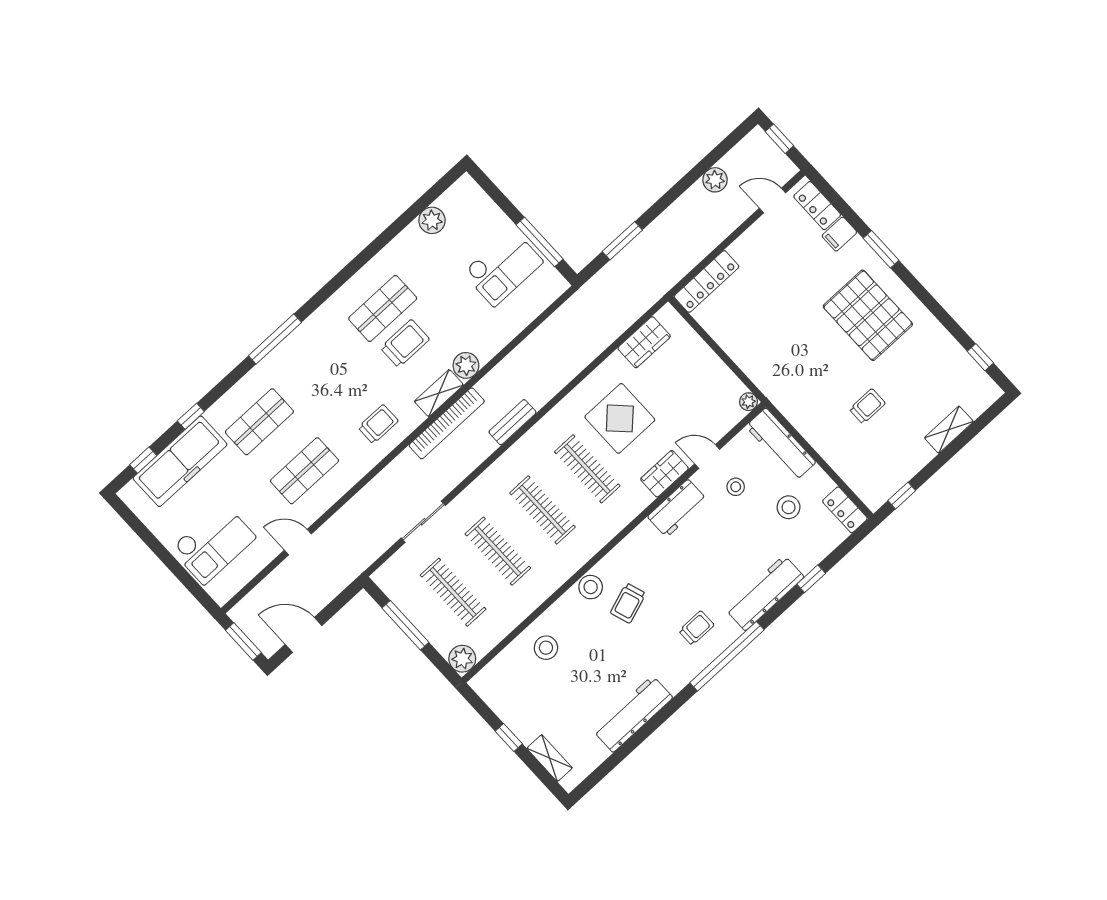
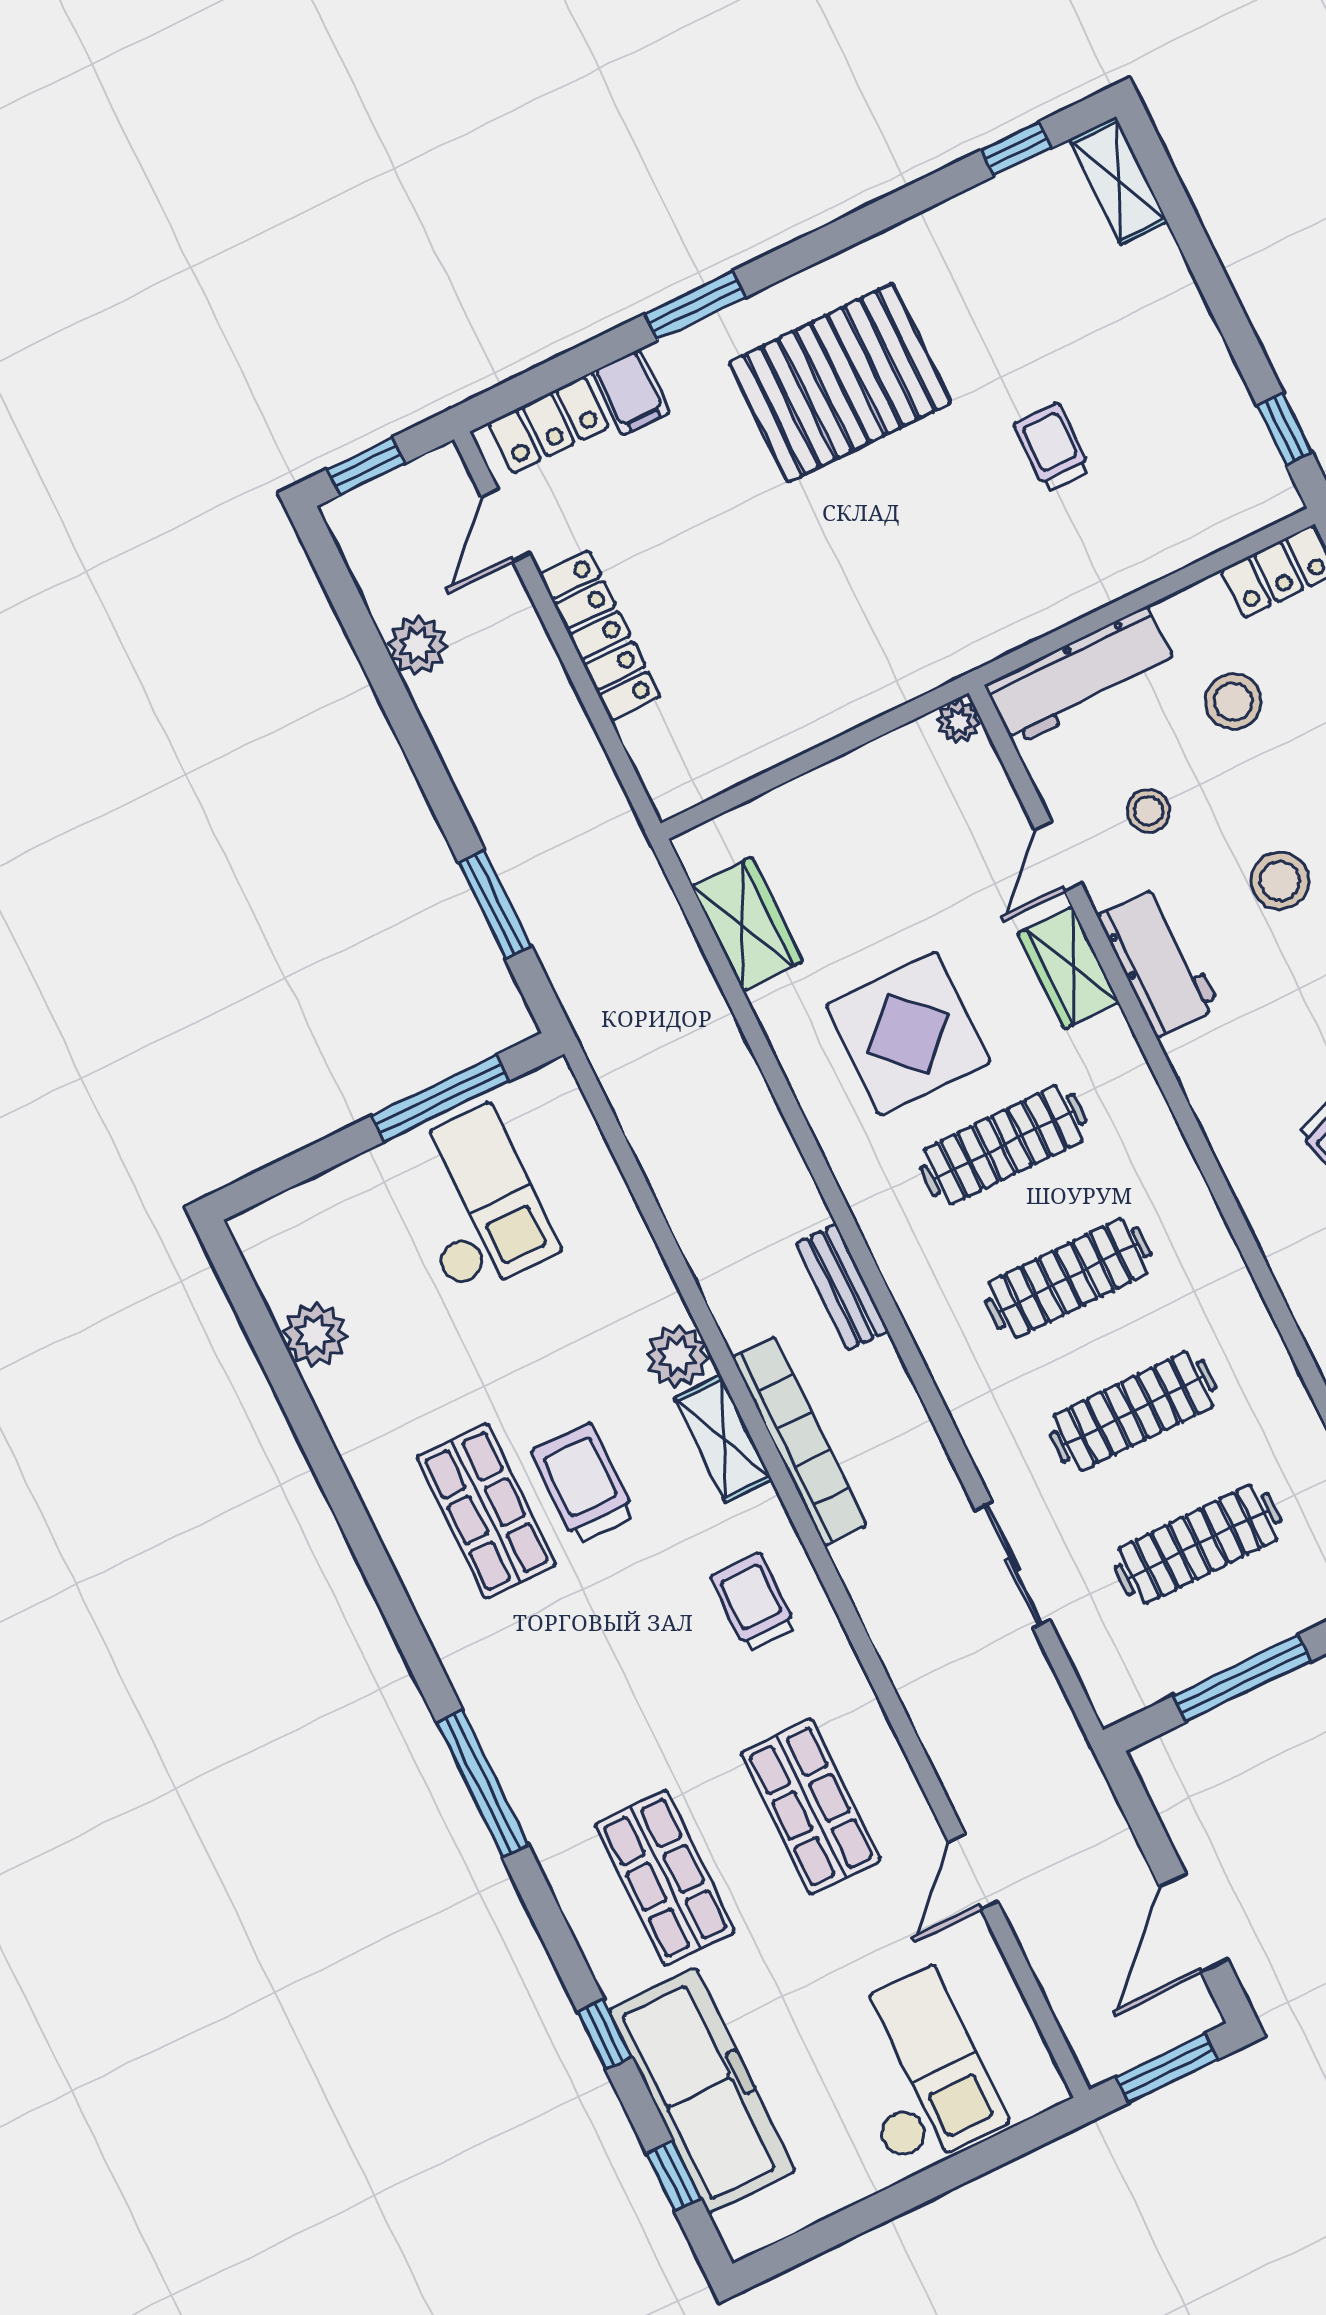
locker: (707, 281) -> (600, 635), moved
shelving: (949, 430) -> (1119, 181), moved
stool: (591, 587) -> (1280, 881), moved

